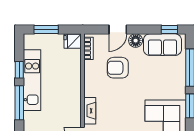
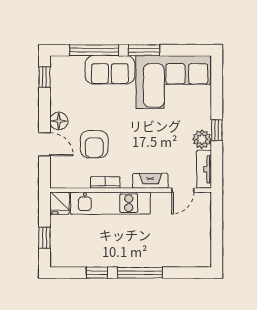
window: (46, 30) -> (44, 238), width x0.67
sofa: (162, 45) -> (110, 70), moved, turned 90
bookcase: (89, 48) -> (105, 182), moved
kitchen unit: (32, 80) -> (110, 203), moved, turned 180

